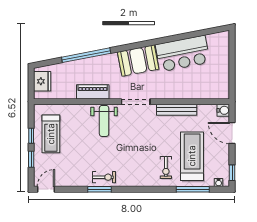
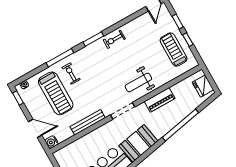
weight bench: (104, 121) -> (138, 82), turned -90
window: (100, 189) -> (93, 39), moved
window: (193, 189) -> (60, 58), moved

